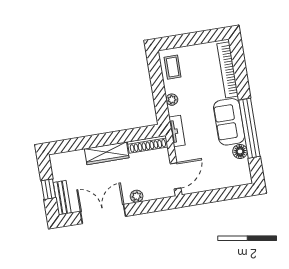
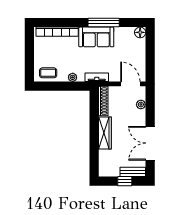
window: (249, 128) -> (104, 22), width x0.68
floor lamp: (240, 151) -> (140, 32), moved
plant: (137, 196) -> (141, 104), moved

